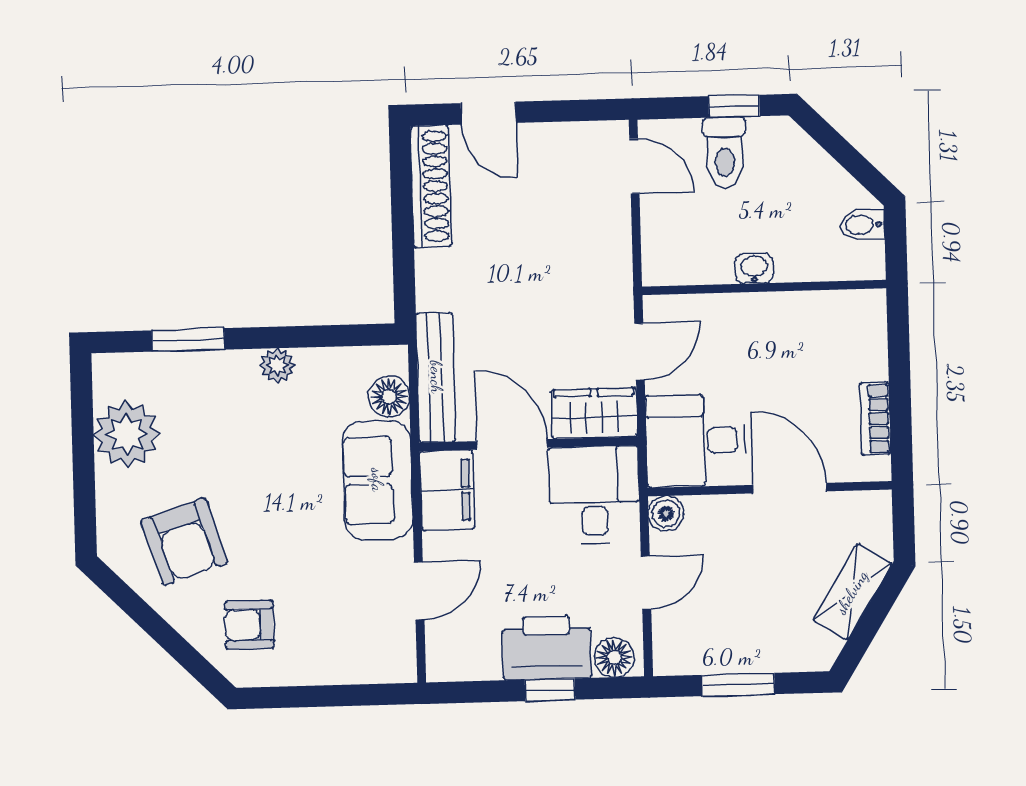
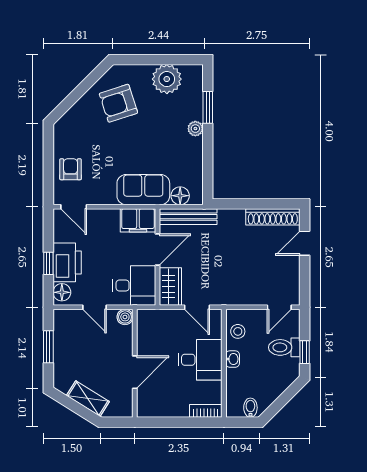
stool: (691, 258) -> (238, 331), added
plant: (277, 365) -> (195, 129), moved
bookcase: (875, 418) -> (206, 411), moved
desk: (696, 441) -> (200, 360), moved, turned 90
door: (419, 591) -> (74, 207), moved
armchair: (249, 625) -> (71, 169), moved

